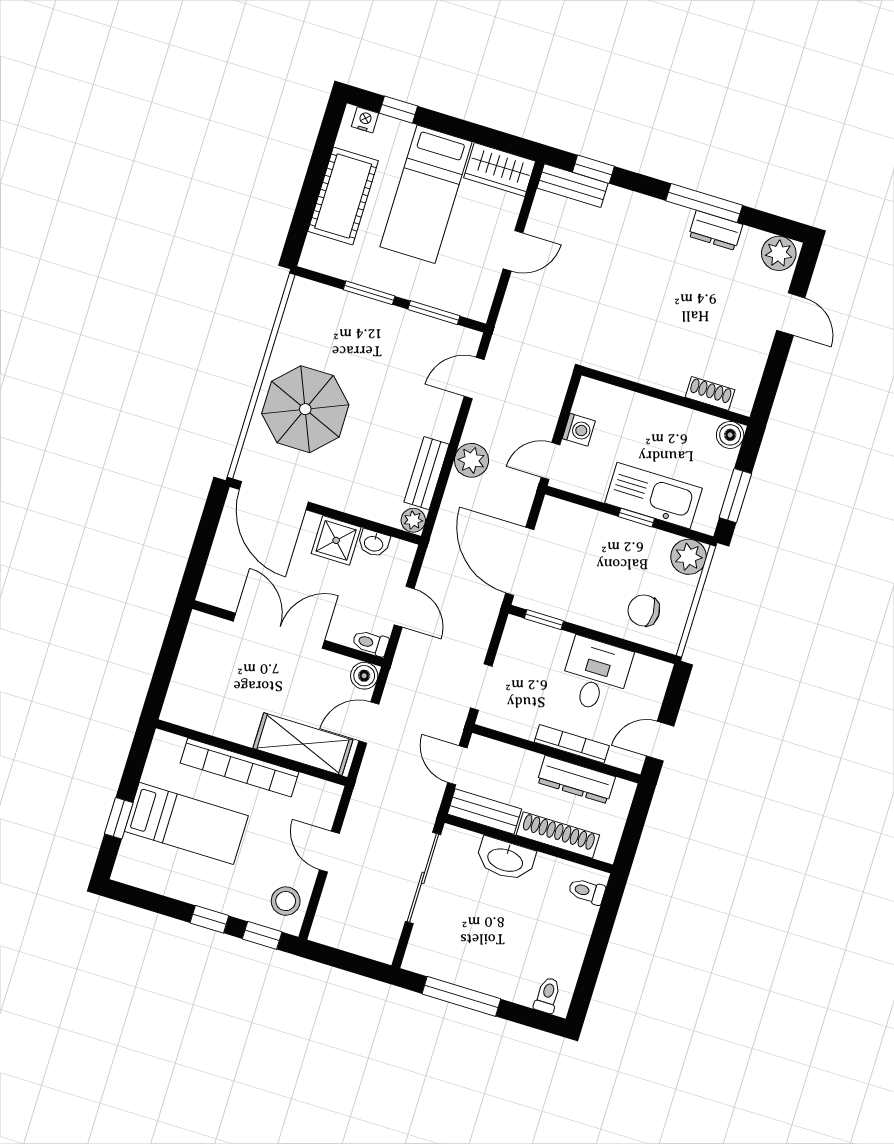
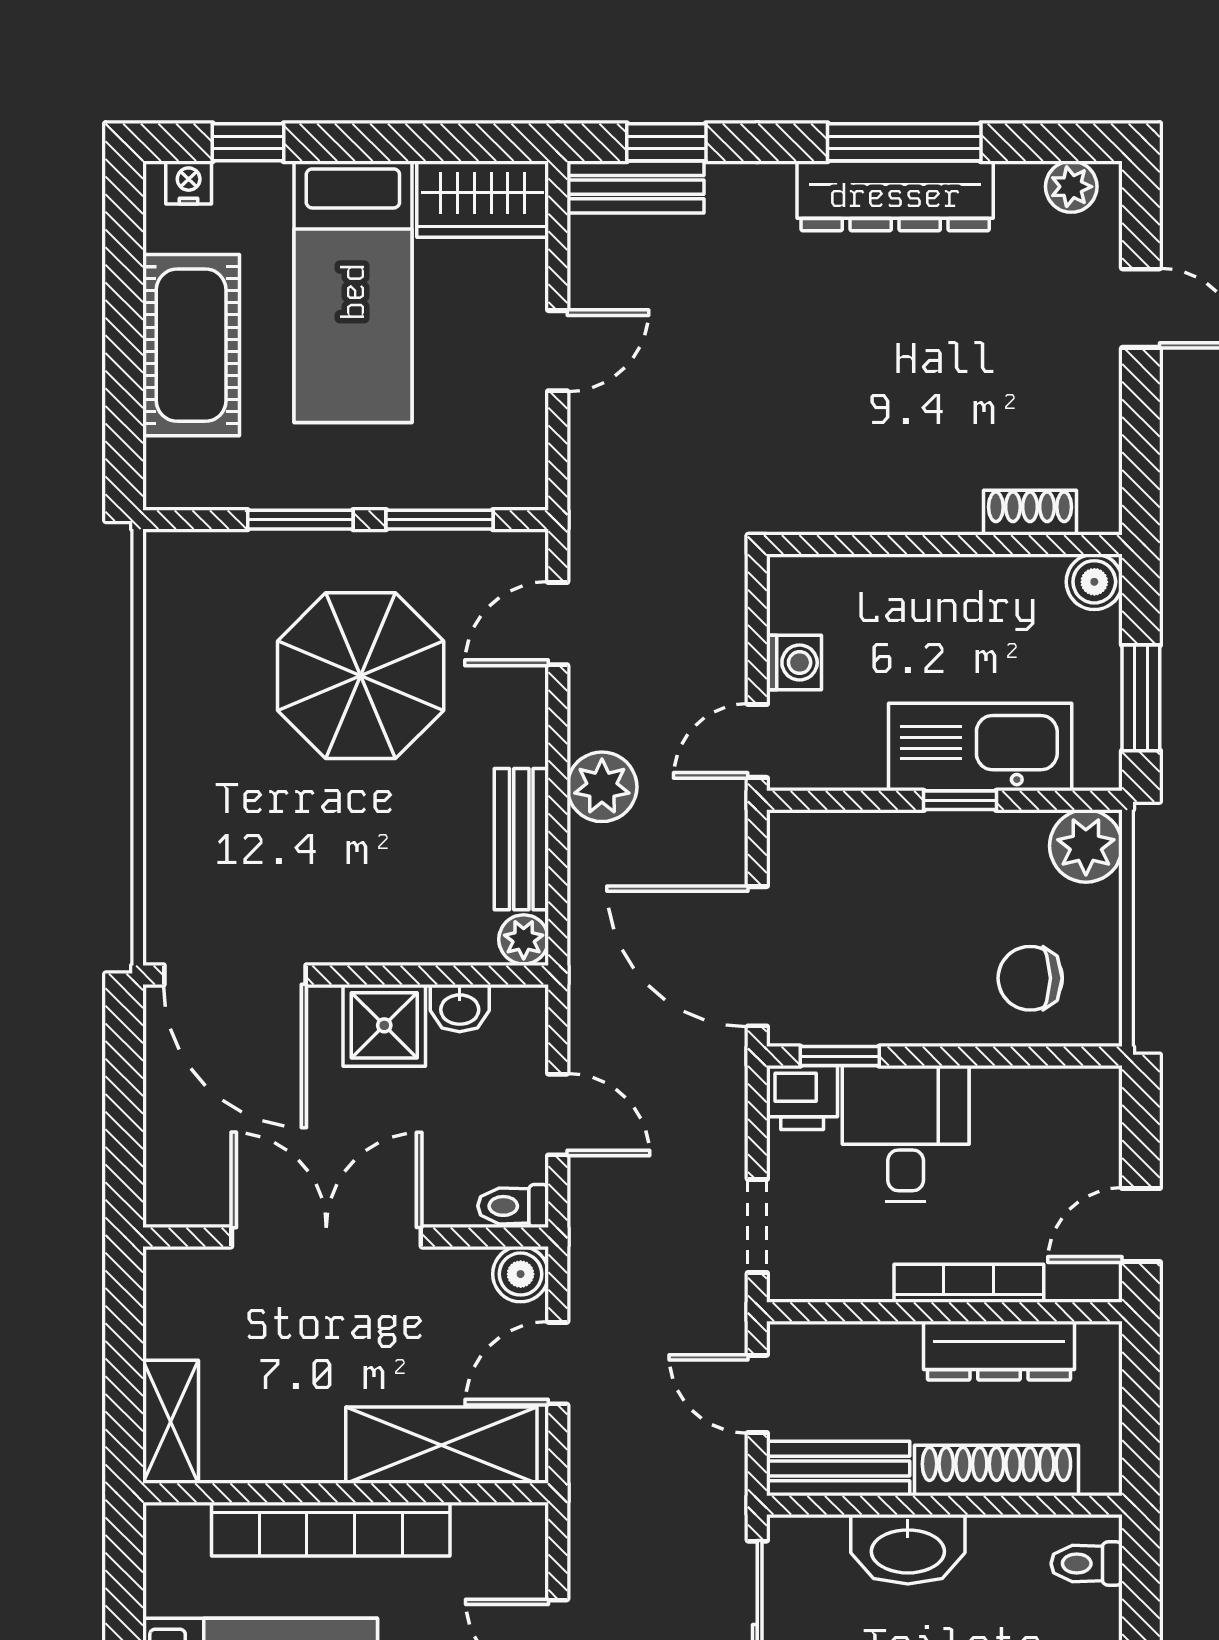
dresser: (716, 230) -> (895, 196), width x1.96, depth x1.24
plant: (779, 253) -> (1071, 187), width x0.73, depth x0.73
parasol: (305, 409) -> (361, 676), moved
printer: (520, 634) -> (802, 1098), added
desk: (596, 675) -> (906, 1134), moved
shelving: (180, 695) -> (171, 1422), added

